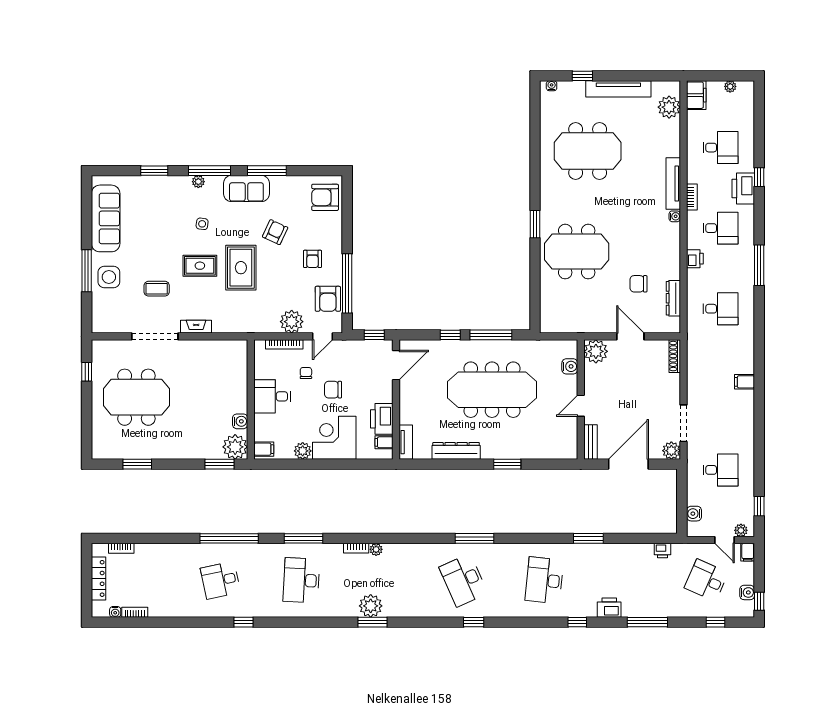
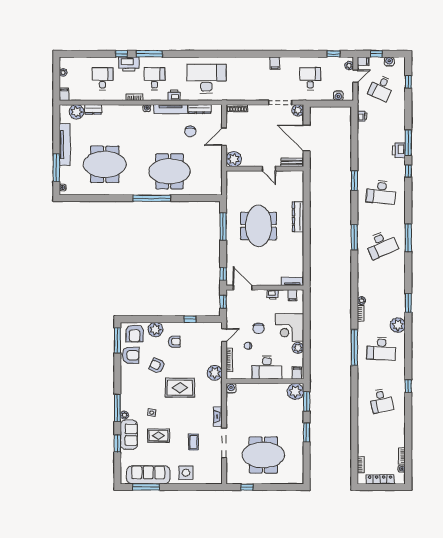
window: (582, 76) -> (56, 168), width x2.17
filing cabinet: (696, 95) -> (64, 94), width x0.50
dresser: (673, 133) -> (93, 109), added
meeting table: (588, 151) -> (105, 164), turned 90
window: (267, 171) -> (117, 340), moved
tv unit: (673, 184) -> (171, 109), moved
sofa: (246, 189) -> (129, 435), moved
window: (535, 224) -> (152, 198), width x2.11
plant: (331, 230) -> (156, 330), added
meeting table: (577, 252) -> (170, 171), turned 90
window: (759, 265) -> (149, 54), moved
rug: (200, 266) -> (158, 436), moved, turned 90
window: (87, 271) -> (146, 487), moved
window: (347, 283) -> (190, 319), width x0.32
armchair: (328, 299) -> (131, 355), moved
desk: (721, 309) -> (206, 79), width x1.87, depth x1.30
plant: (292, 322) -> (215, 373), moved
window: (450, 335) -> (223, 274), moved
door: (323, 336) -> (224, 335), hinge flipped
water cooler: (570, 366) -> (244, 176), removed
filing cabinet: (745, 382) -> (275, 63), moved
meeting table: (492, 390) -> (259, 226), width x0.73
desk: (272, 396) -> (267, 368), width x1.37
meeting table: (136, 397) -> (263, 455), turned 90
printer: (382, 419) -> (273, 295), width x0.53, depth x0.68
water cooler: (240, 421) -> (231, 388), moved
dresser: (456, 451) -> (298, 217), moved
window: (137, 464) -> (307, 432), moved
window: (507, 464) -> (307, 216), removed
window: (229, 538) -> (354, 395), removed
window: (303, 538) -> (354, 347), width x1.46
window: (588, 538) -> (354, 181), moved
window: (759, 601) -> (376, 54), moved
plant: (371, 606) -> (398, 325), moved
window: (474, 622) -> (408, 238), width x2.17
window: (647, 622) -> (408, 143), moved

